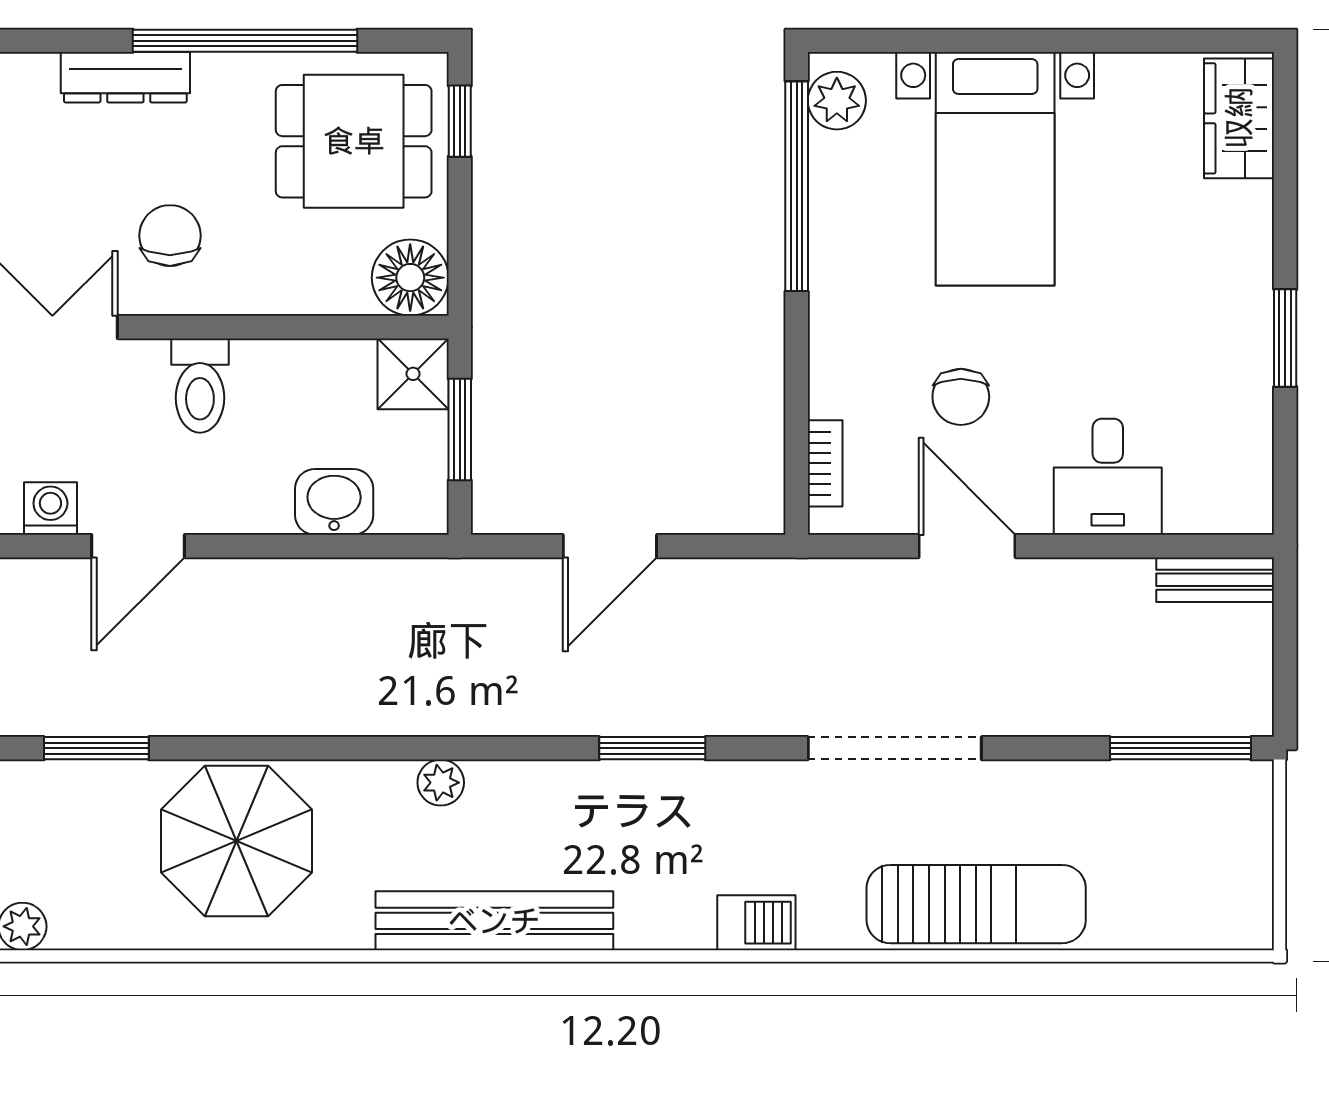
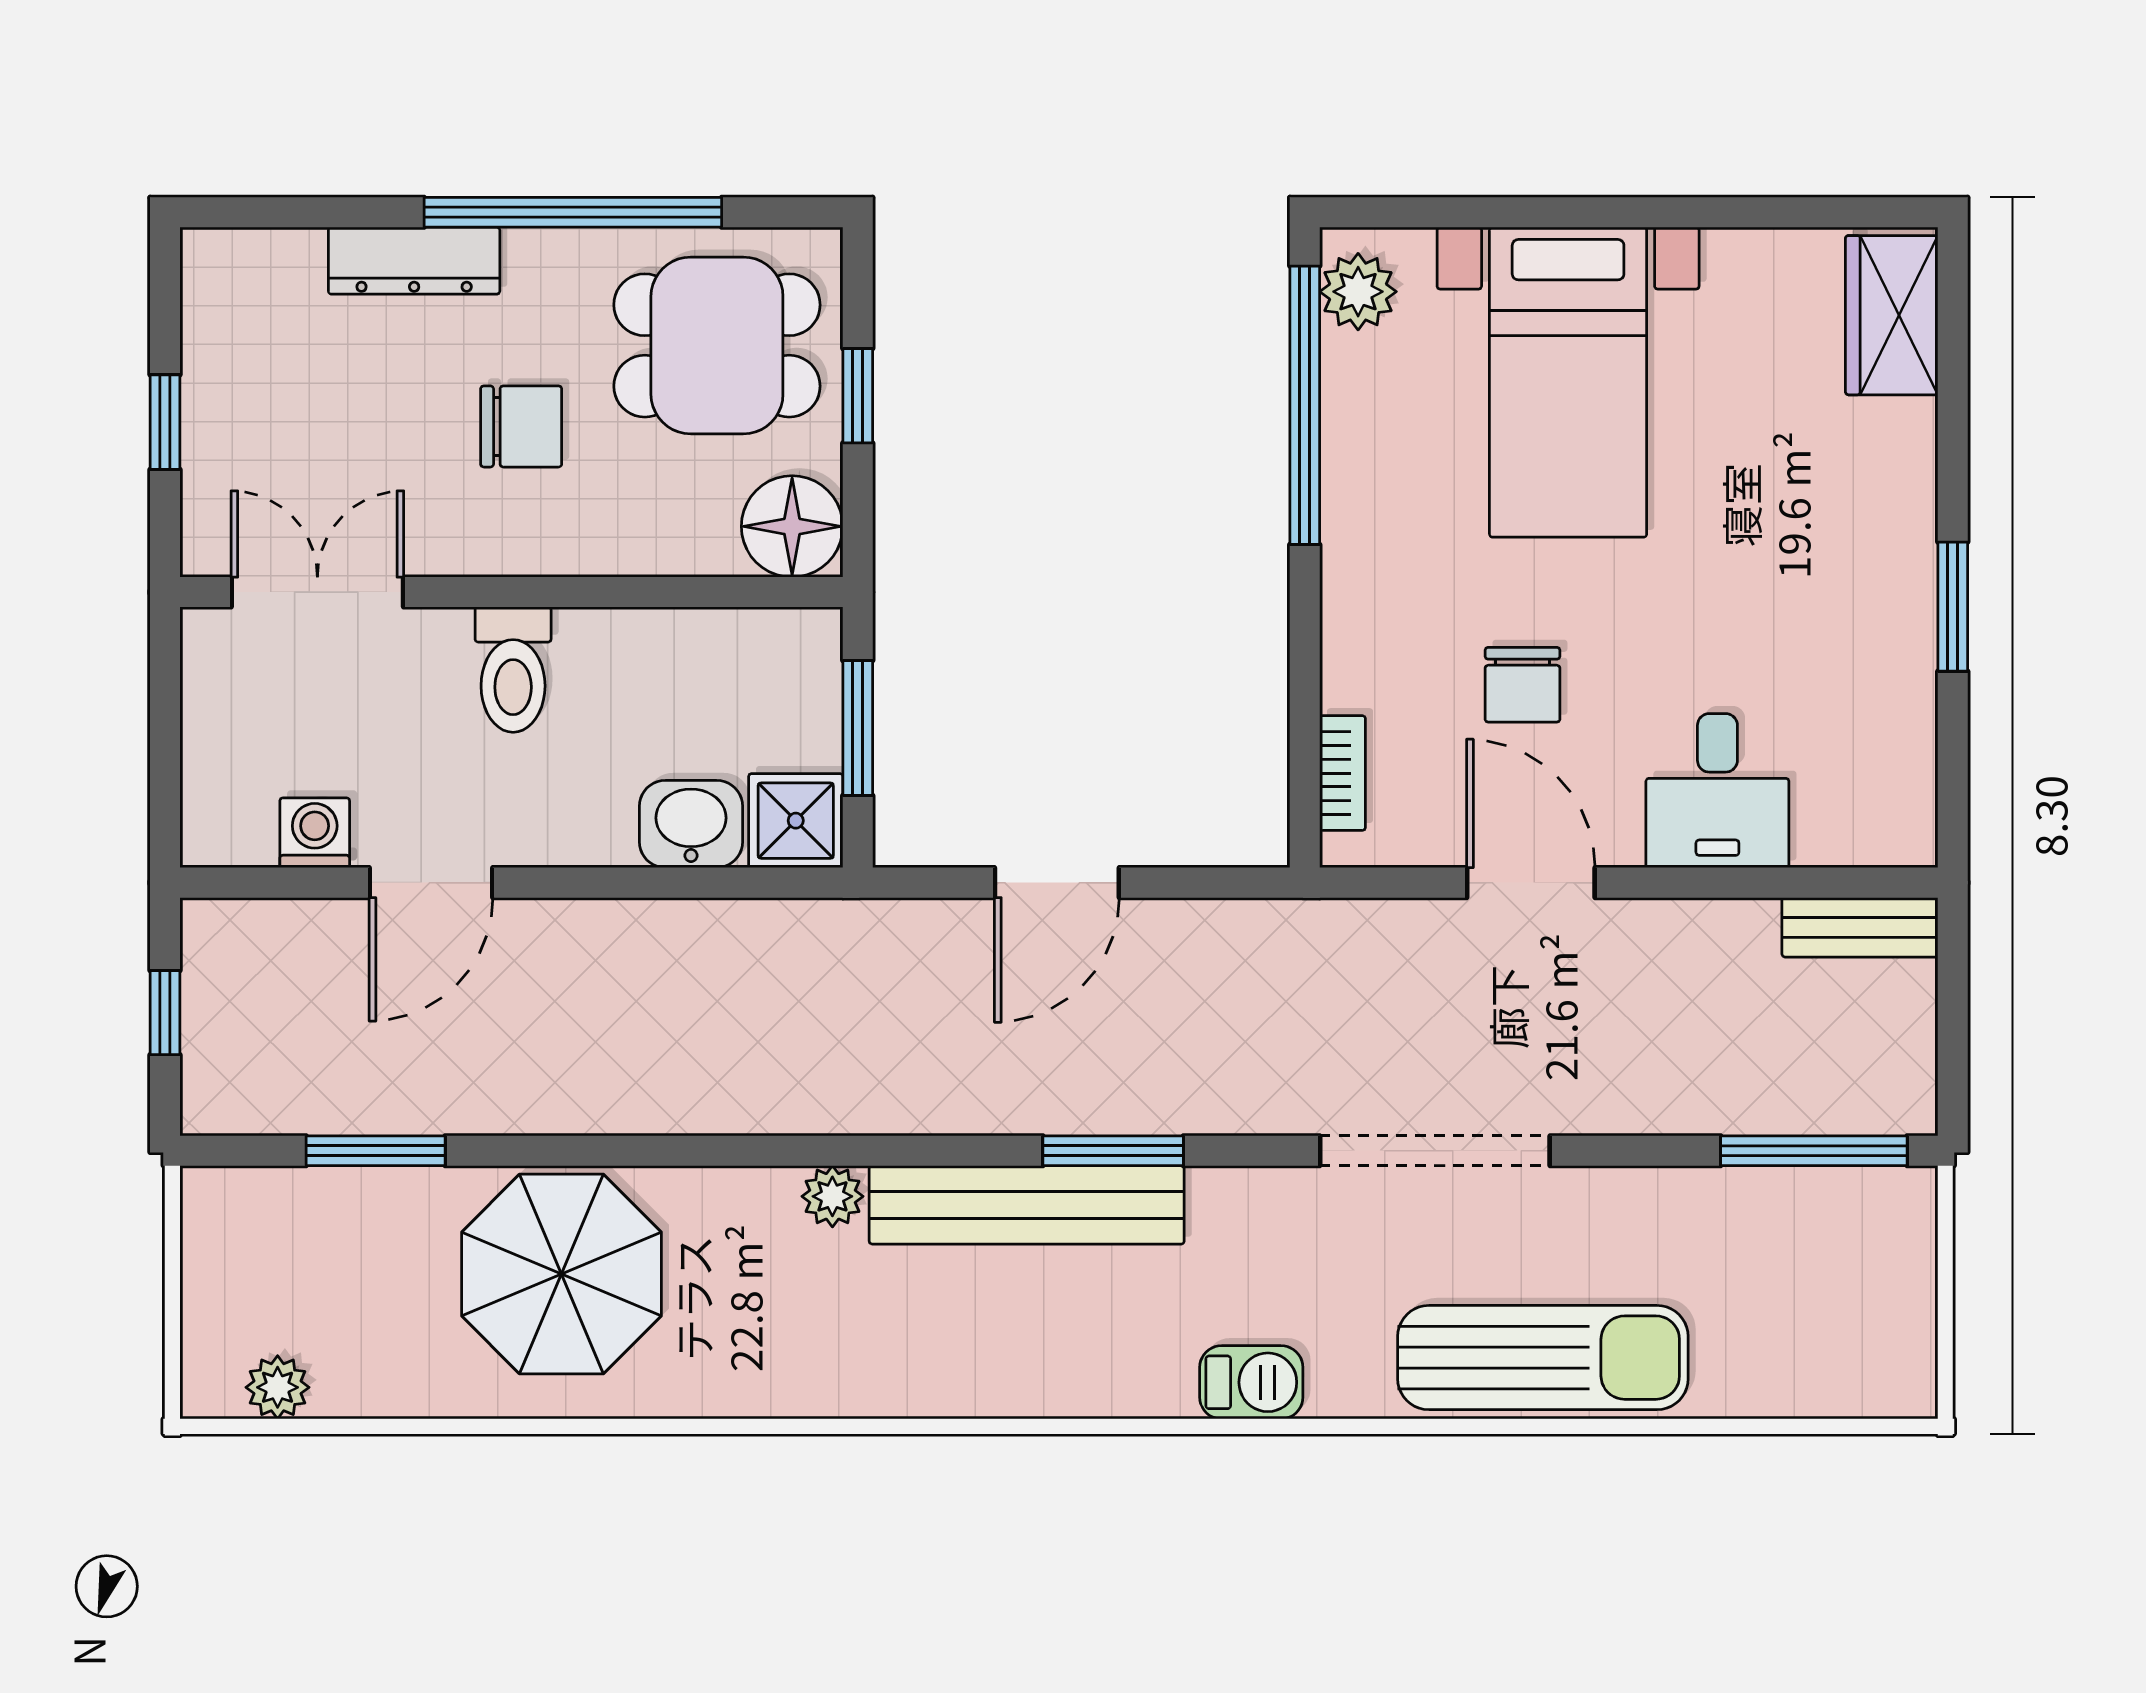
window: (460, 121) -> (858, 396), moved
chair: (170, 236) -> (521, 426), moved, turned 90
shower: (413, 374) -> (796, 821), moved
bench: (494, 921) -> (1027, 1205), moved

